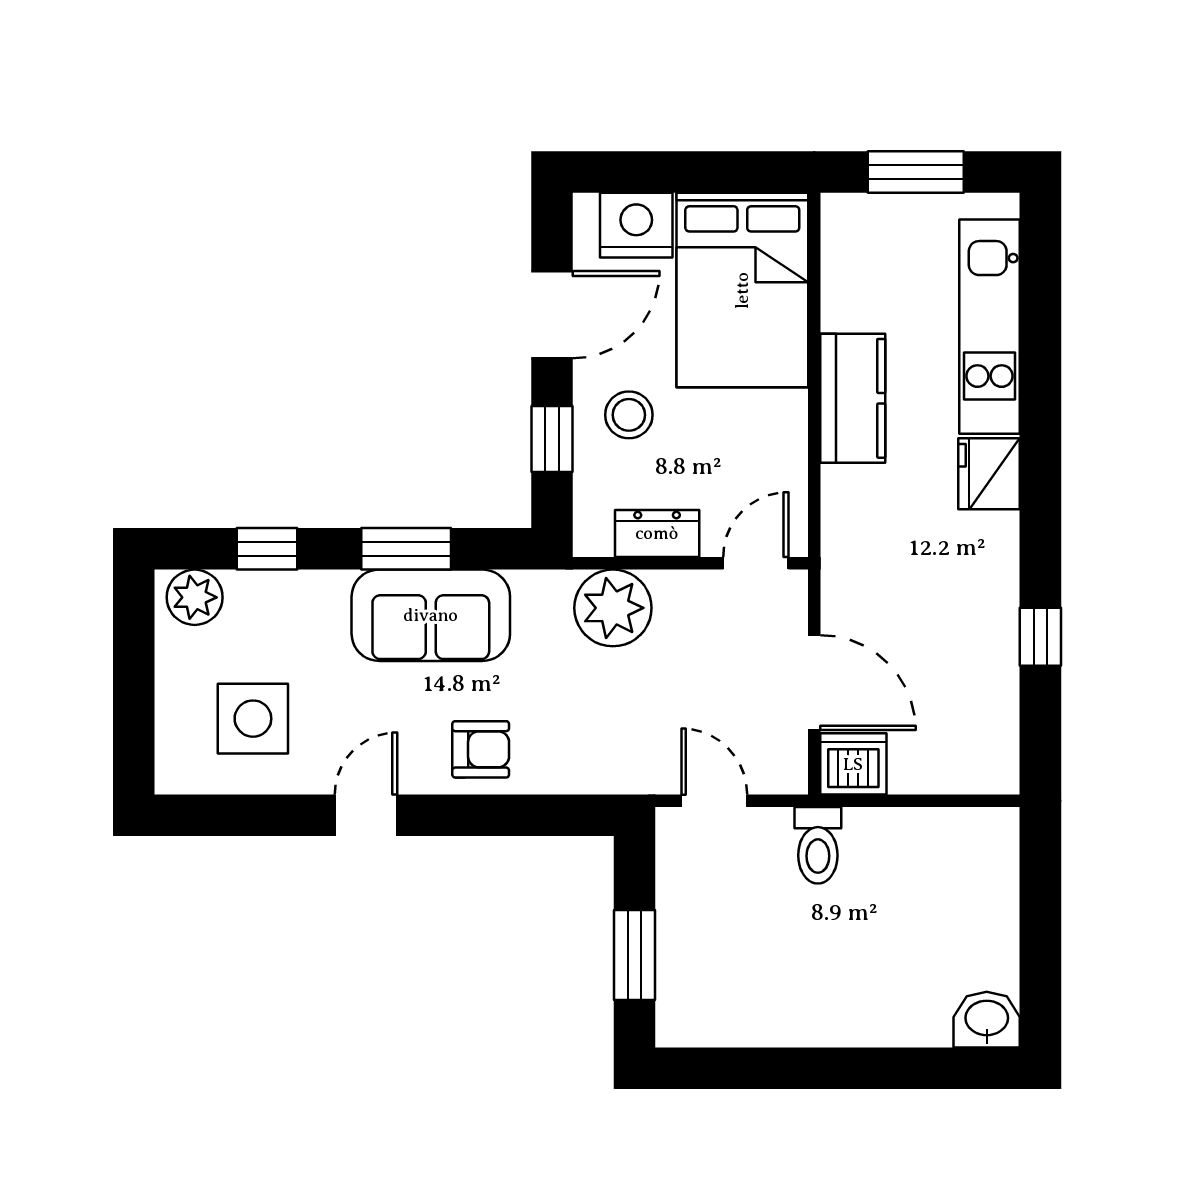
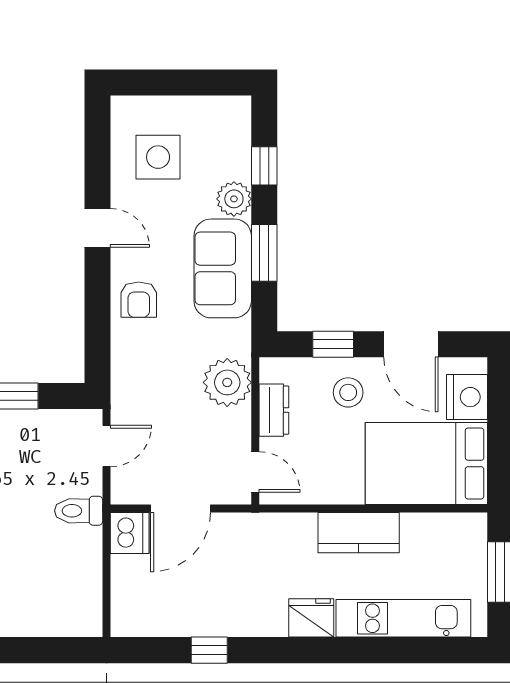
plant: (195, 597) -> (234, 199), moved

